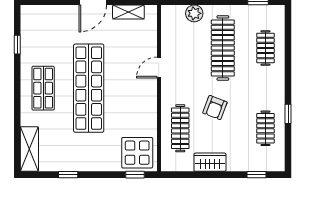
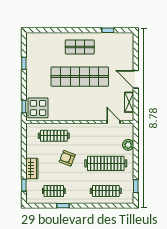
clothes rail: (265, 48) -> (106, 191), width x1.36
door: (159, 67) -> (114, 122), moved
shelving: (29, 149) -> (40, 38), removed
wardrobe: (210, 162) -> (32, 169), moved

